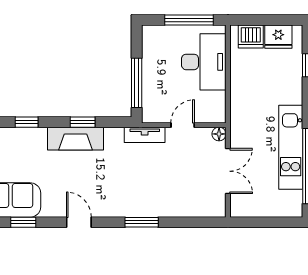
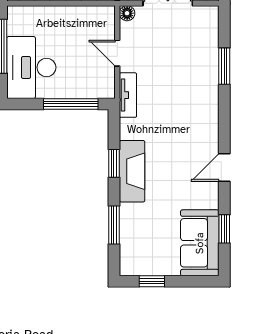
desk: (204, 62) -> (31, 67), moved, turned -90
window: (27, 122) -> (114, 225), width x1.50
window: (142, 222) -> (224, 66), moved

